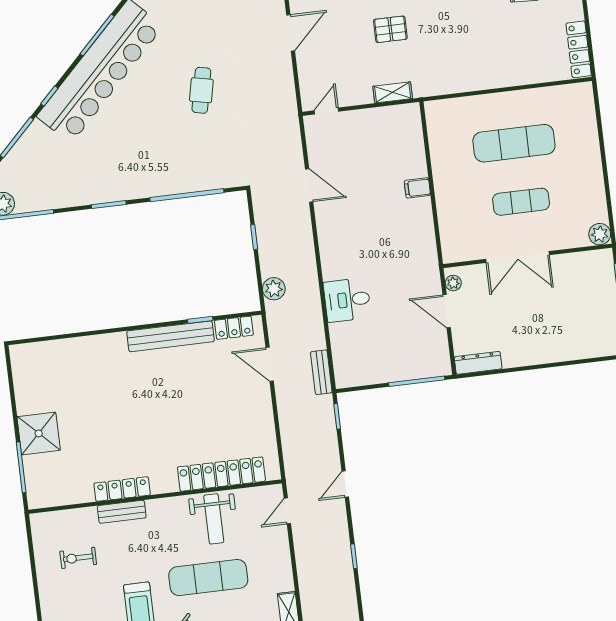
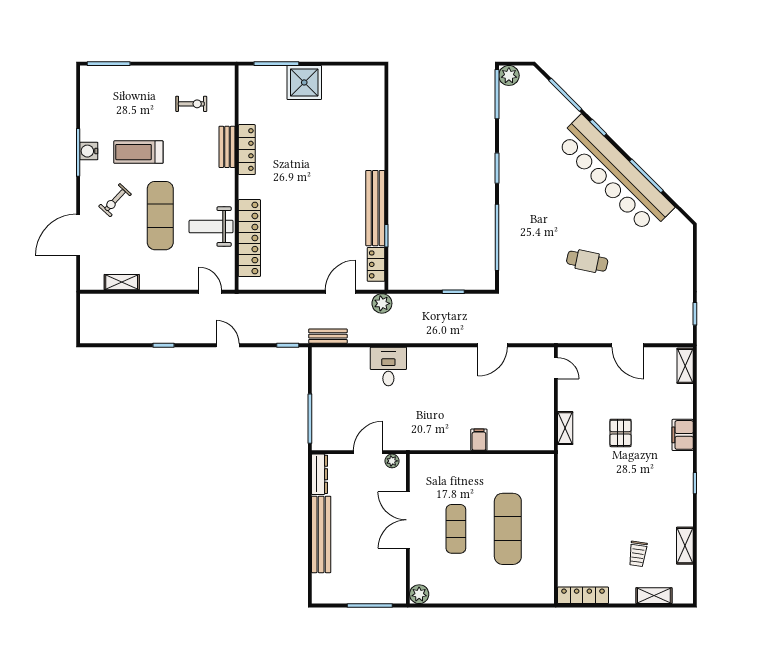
plant: (274, 289) -> (382, 303), moved
bench: (546, 353) -> (321, 534), added
exercise bike: (78, 558) -> (191, 104), turned 90

